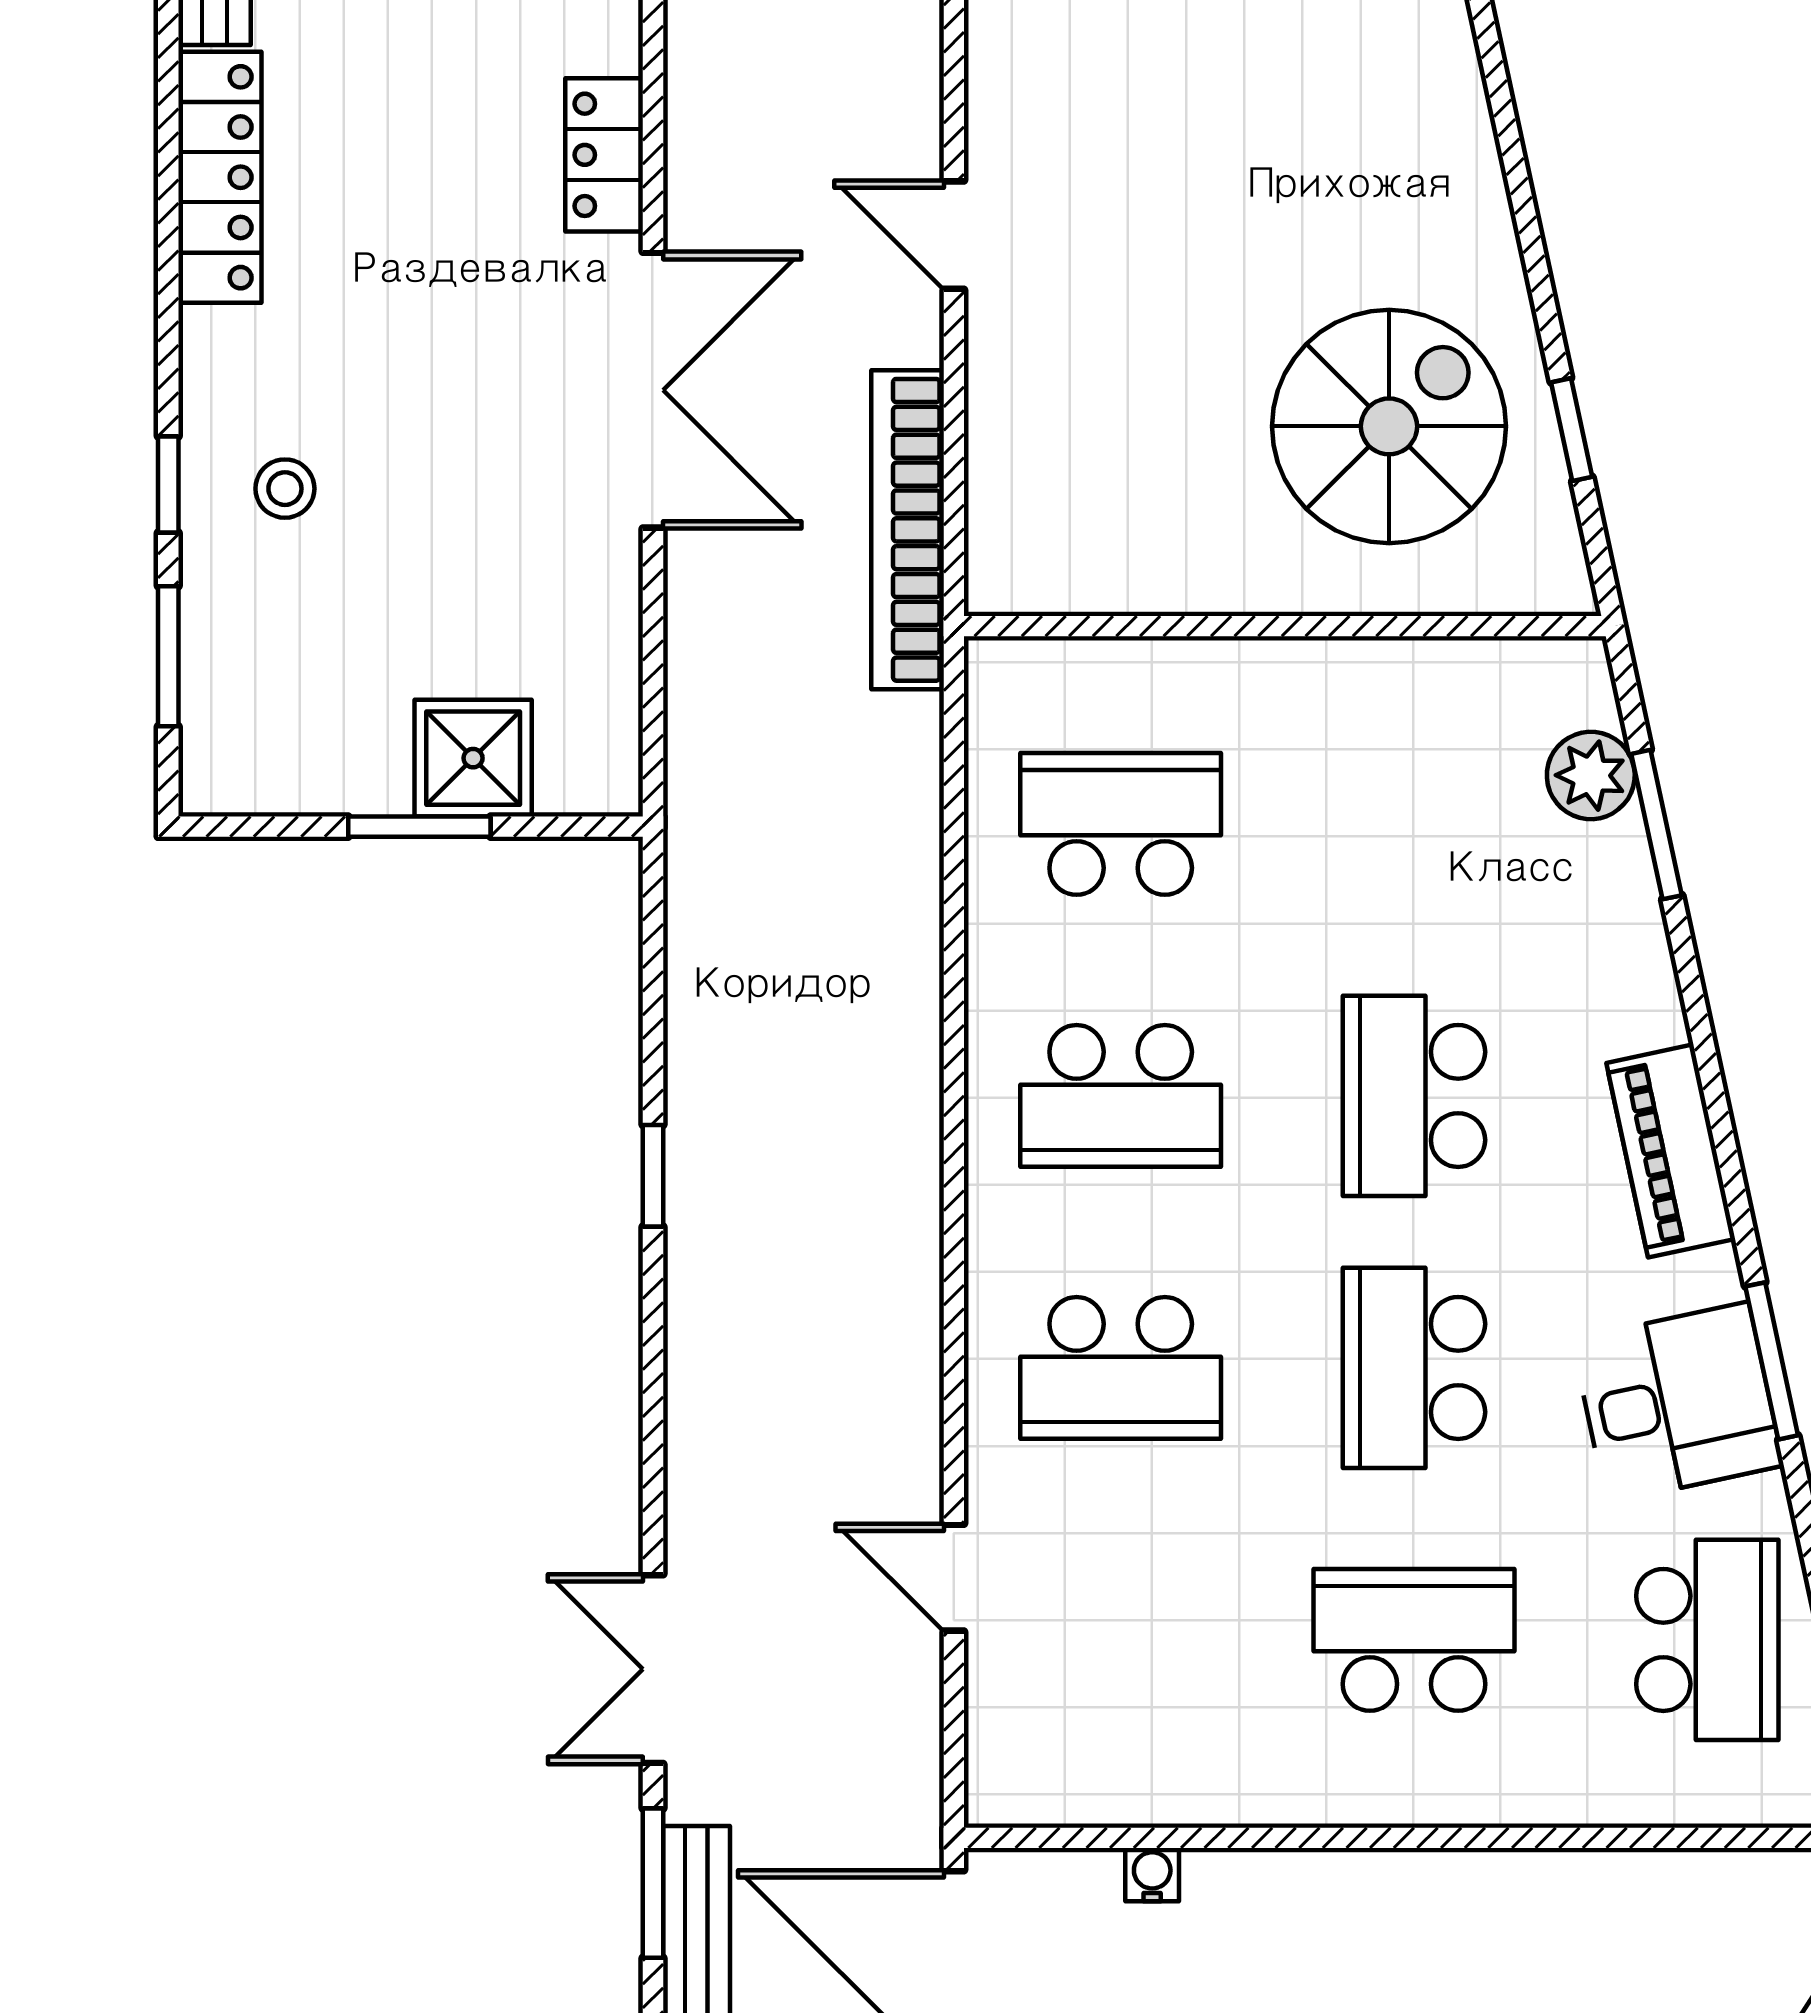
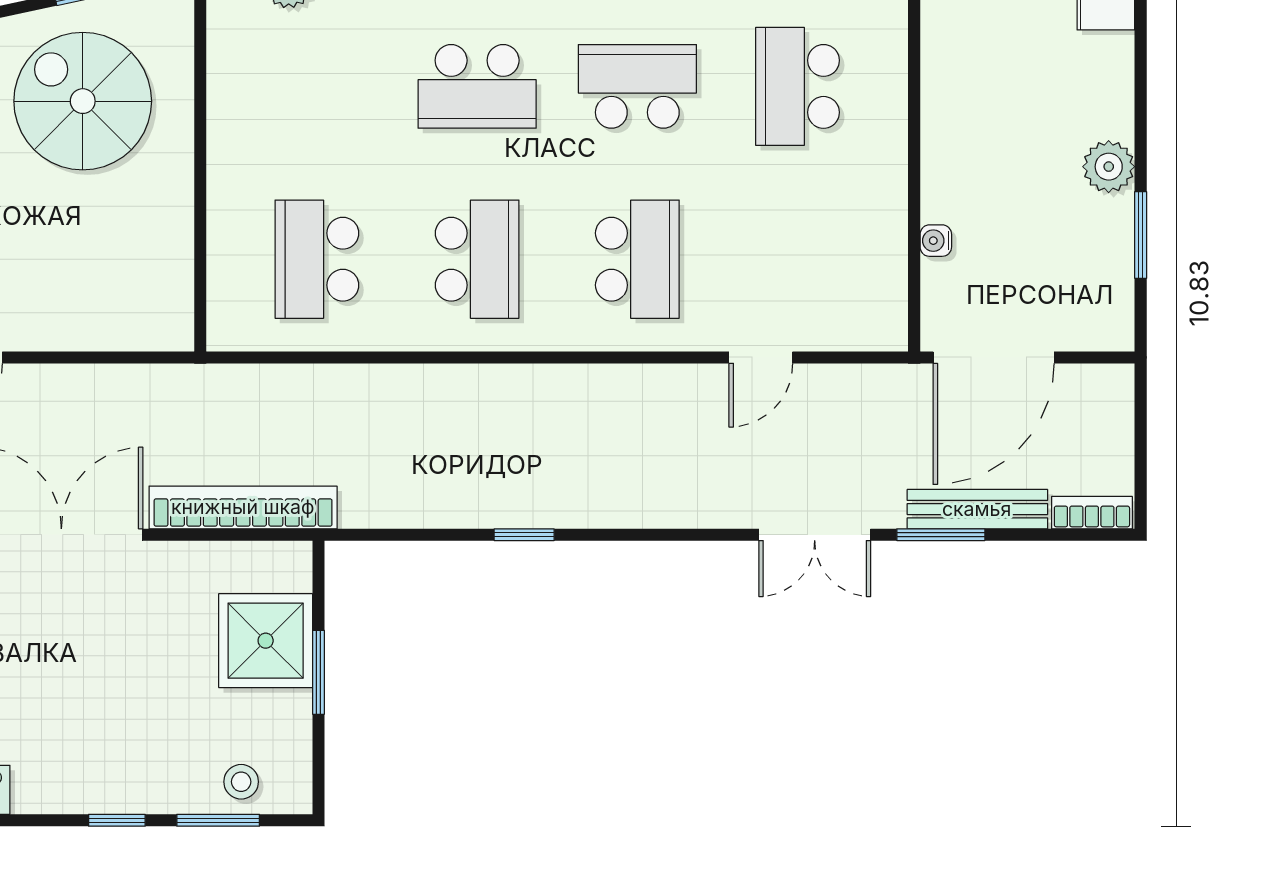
stool: (285, 489) -> (241, 782), moved
bookcase: (908, 530) -> (243, 507), moved, turned 180
shower: (473, 758) -> (266, 641), width x1.36, depth x1.36
school desk: (1414, 1368) -> (637, 86), turned 180

